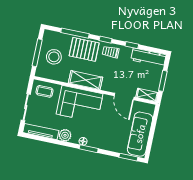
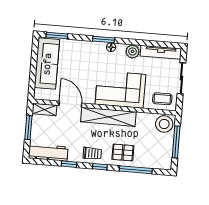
pallet: (84, 49) -> (123, 153), width x0.67, depth x0.71
stool: (54, 57) -> (164, 124), moved
shelving: (85, 80) -> (108, 117), width x1.47

